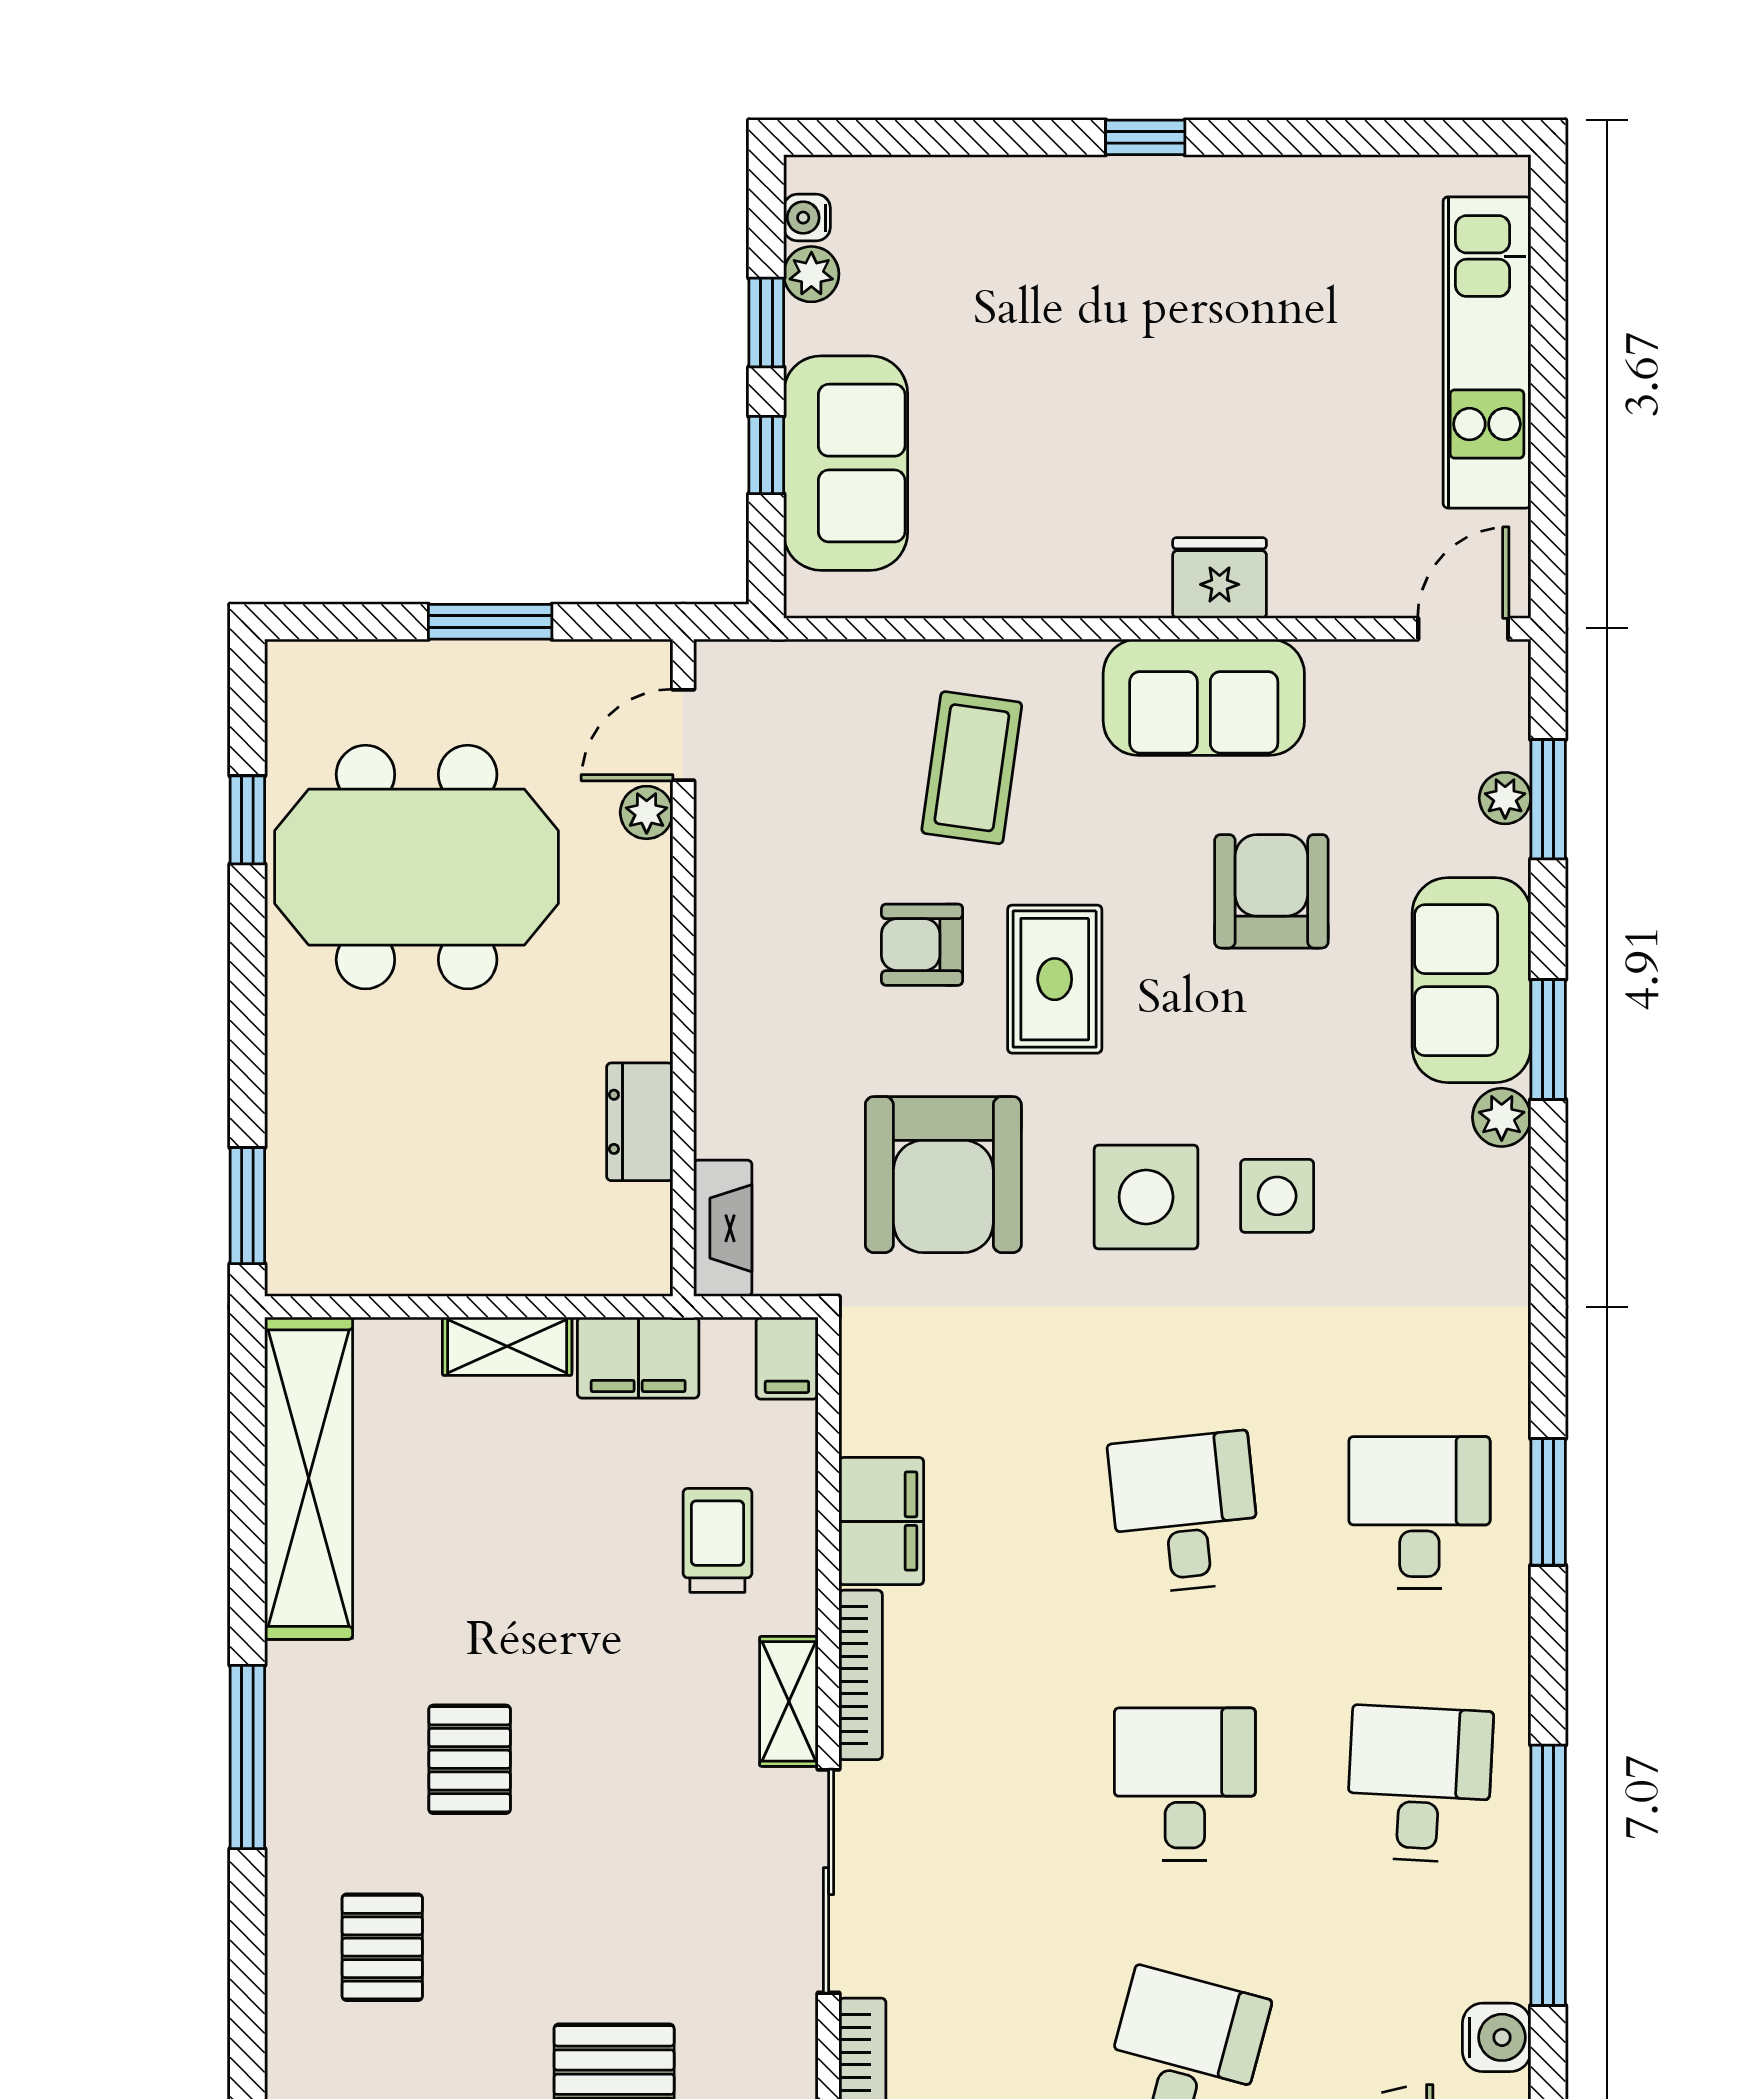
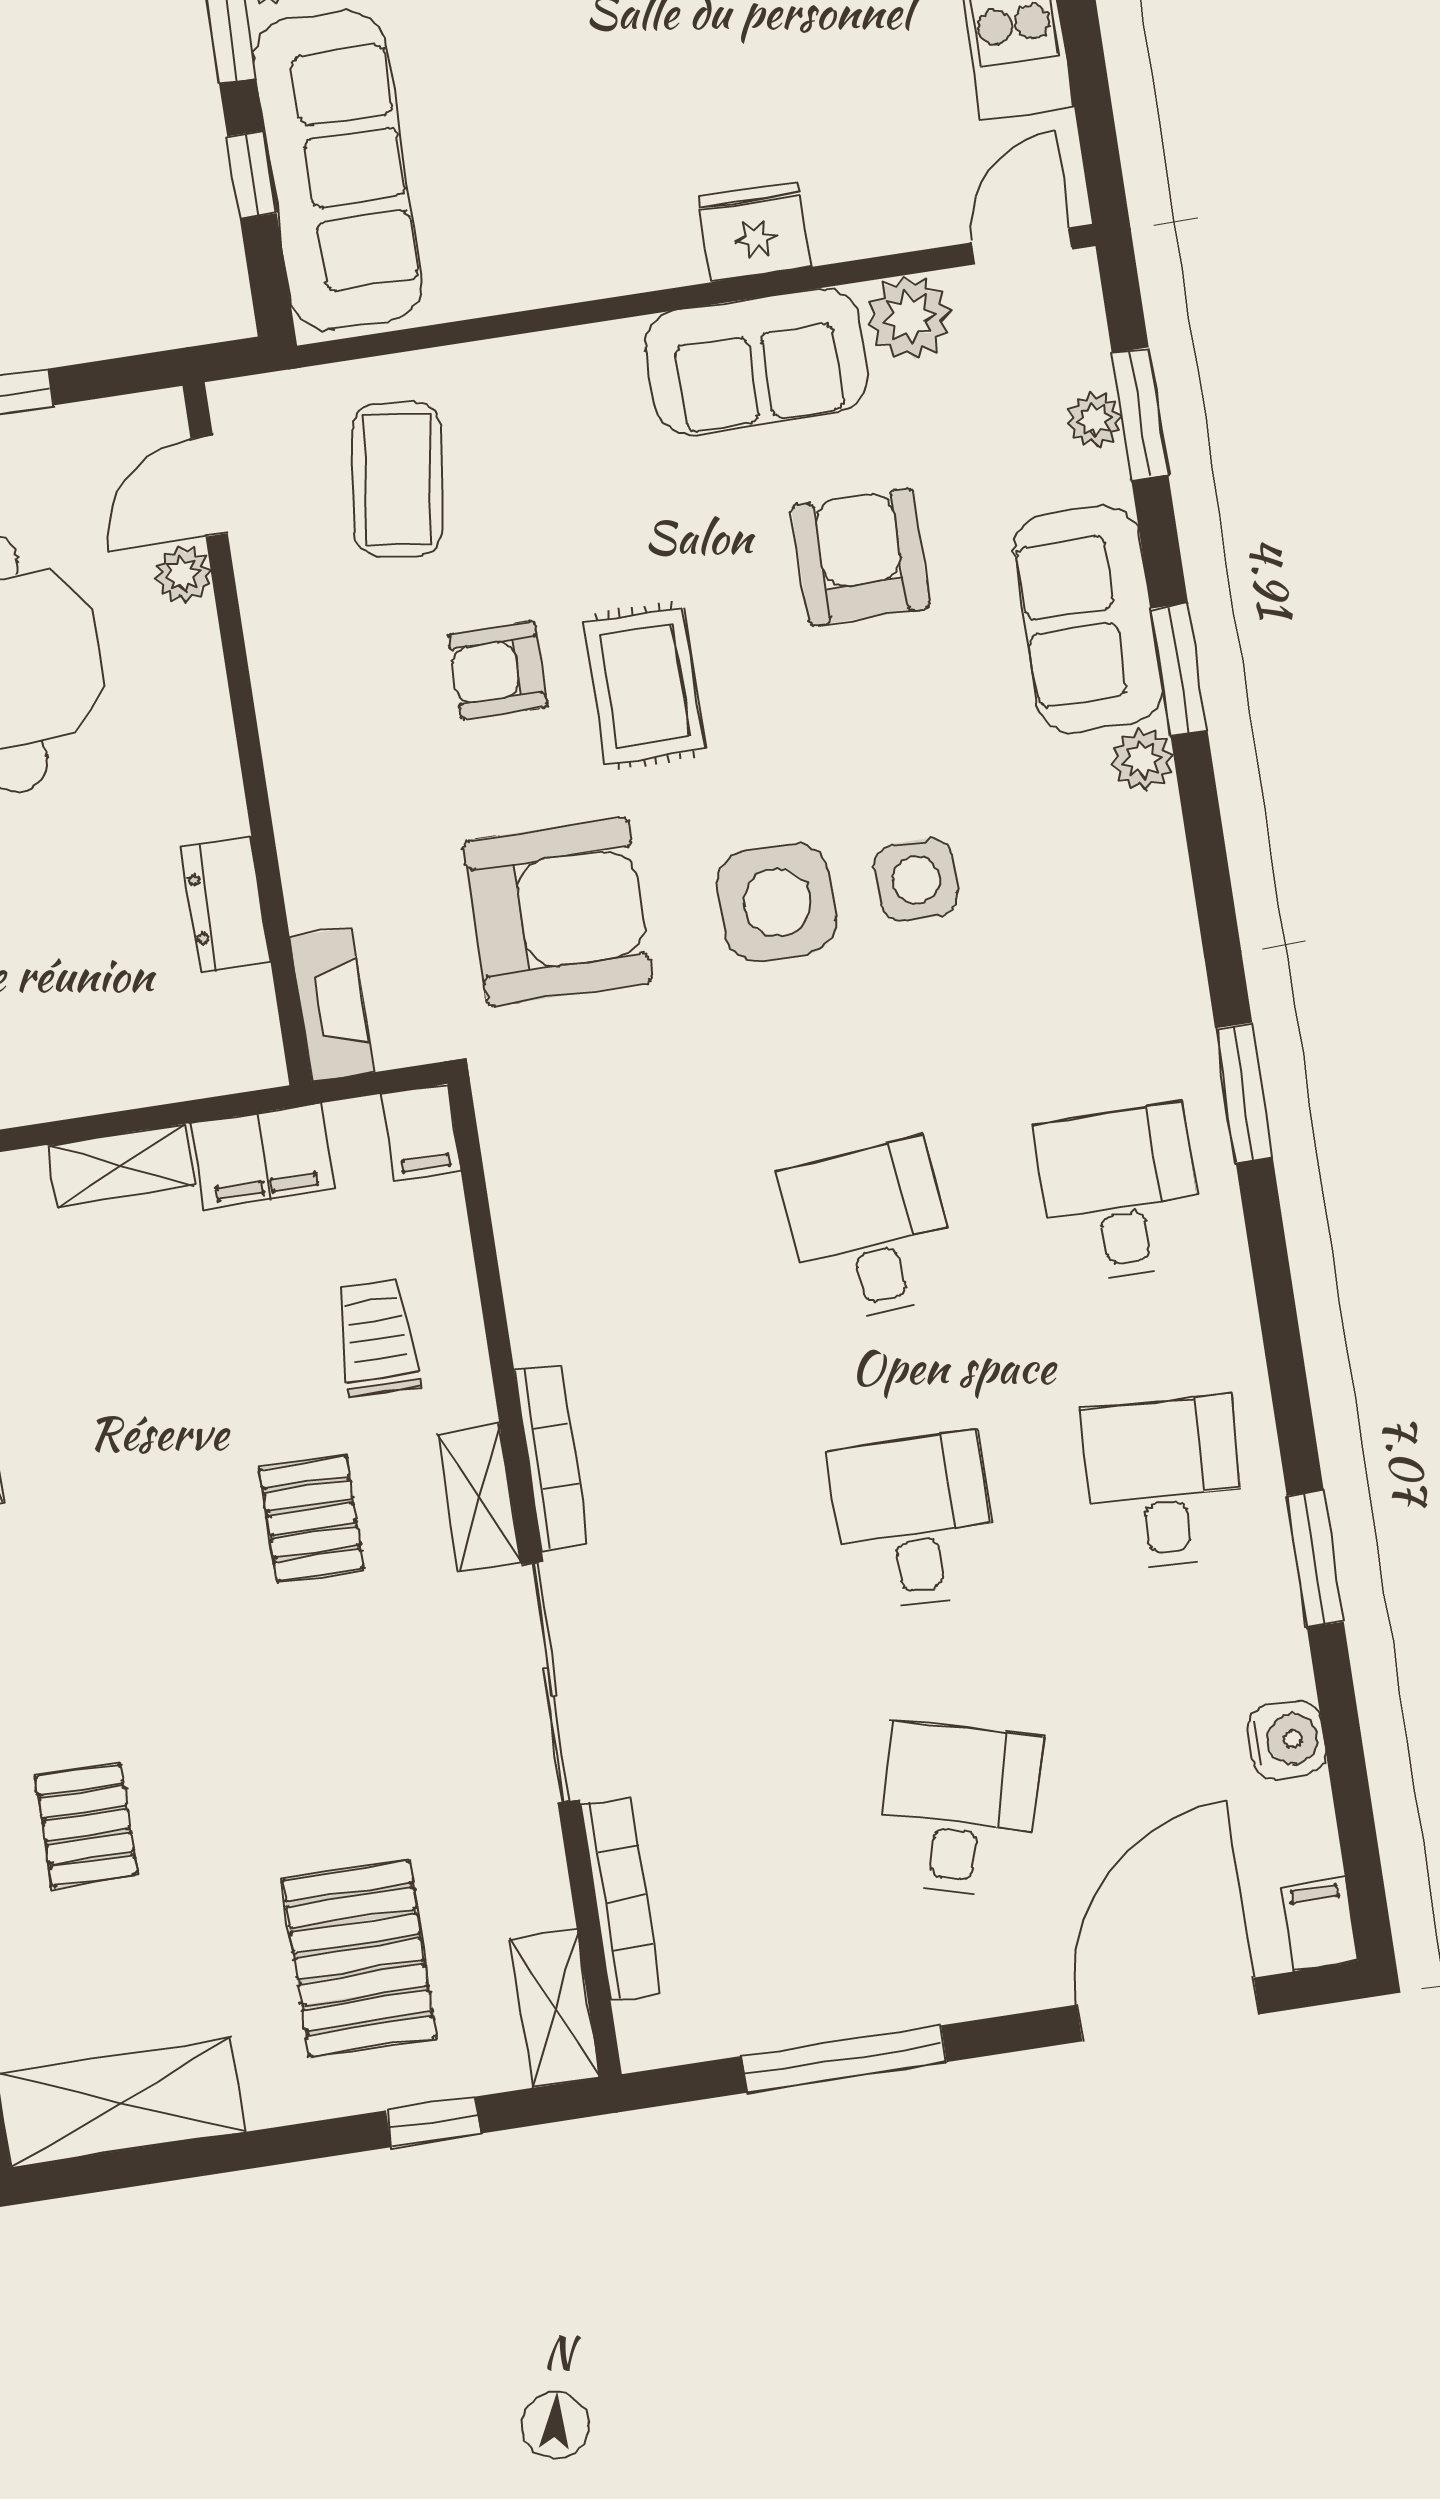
sofa: (846, 463) -> (338, 170), width x1.36
plant: (1350, 679) -> (909, 318), added
coffee table: (972, 768) -> (398, 480), moved
armchair: (943, 1175) -> (558, 912), turned -90
window: (1548, 1502) -> (1244, 1093), moved
filing cabinet: (881, 1521) -> (548, 1290), removed
pallet: (470, 1759) -> (312, 1519), moved
window: (1548, 1875) -> (1315, 1559), width x0.47

